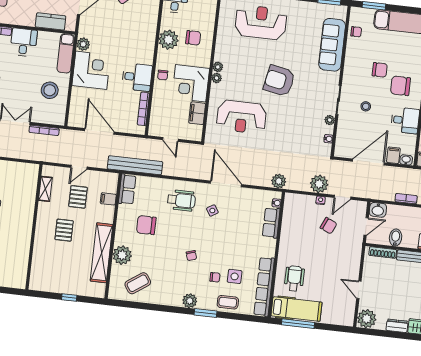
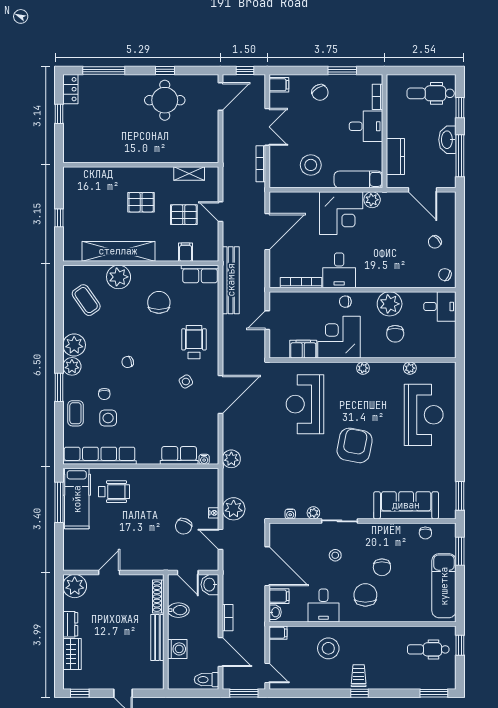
plant: (217, 78) -> (410, 368), moved
wheelchair: (181, 200) -> (194, 342), turned 180
plant: (173, 297) -> (74, 345), added

